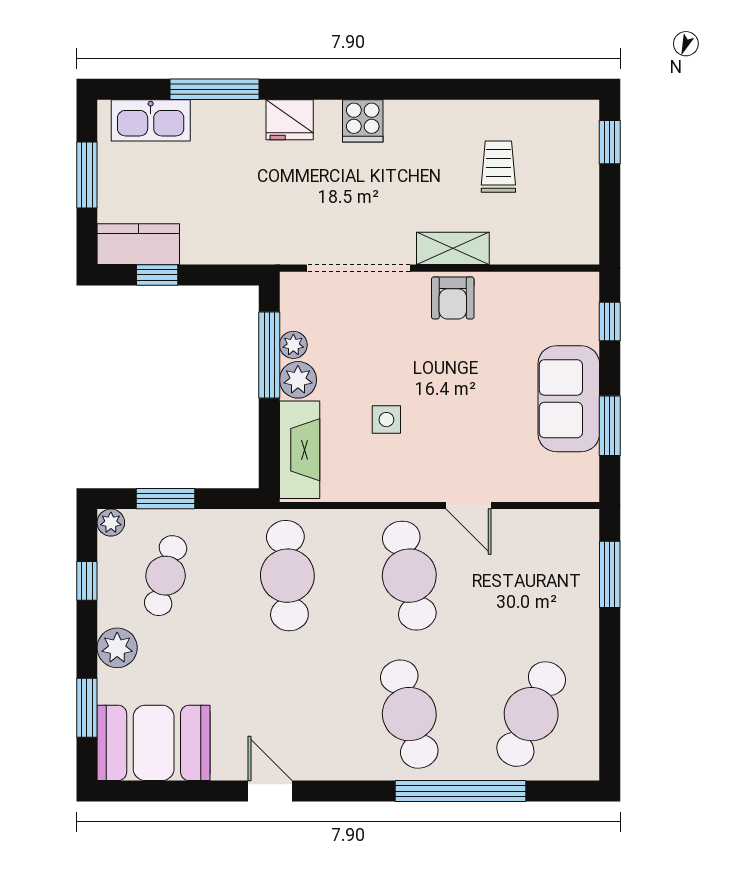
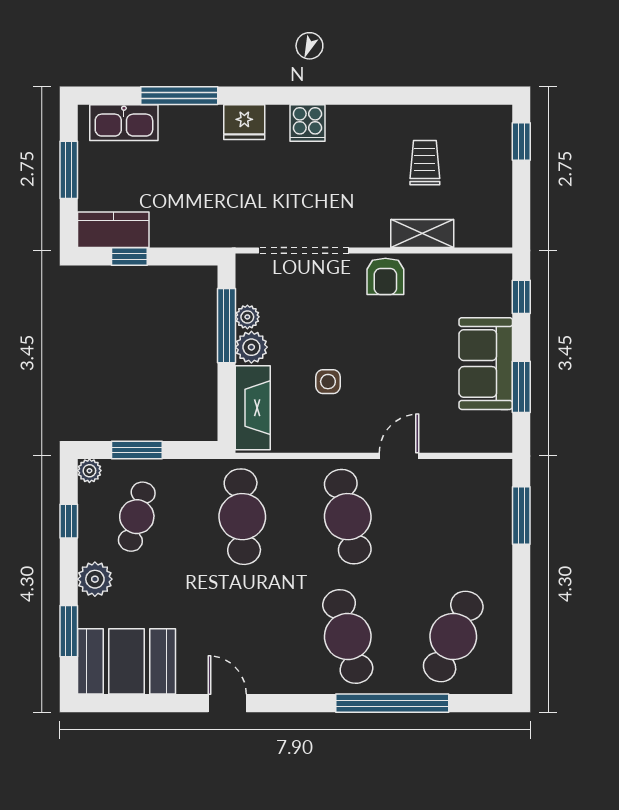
shelving: (453, 248) -> (422, 233), moved
door: (469, 505) -> (399, 456), swing flipped

